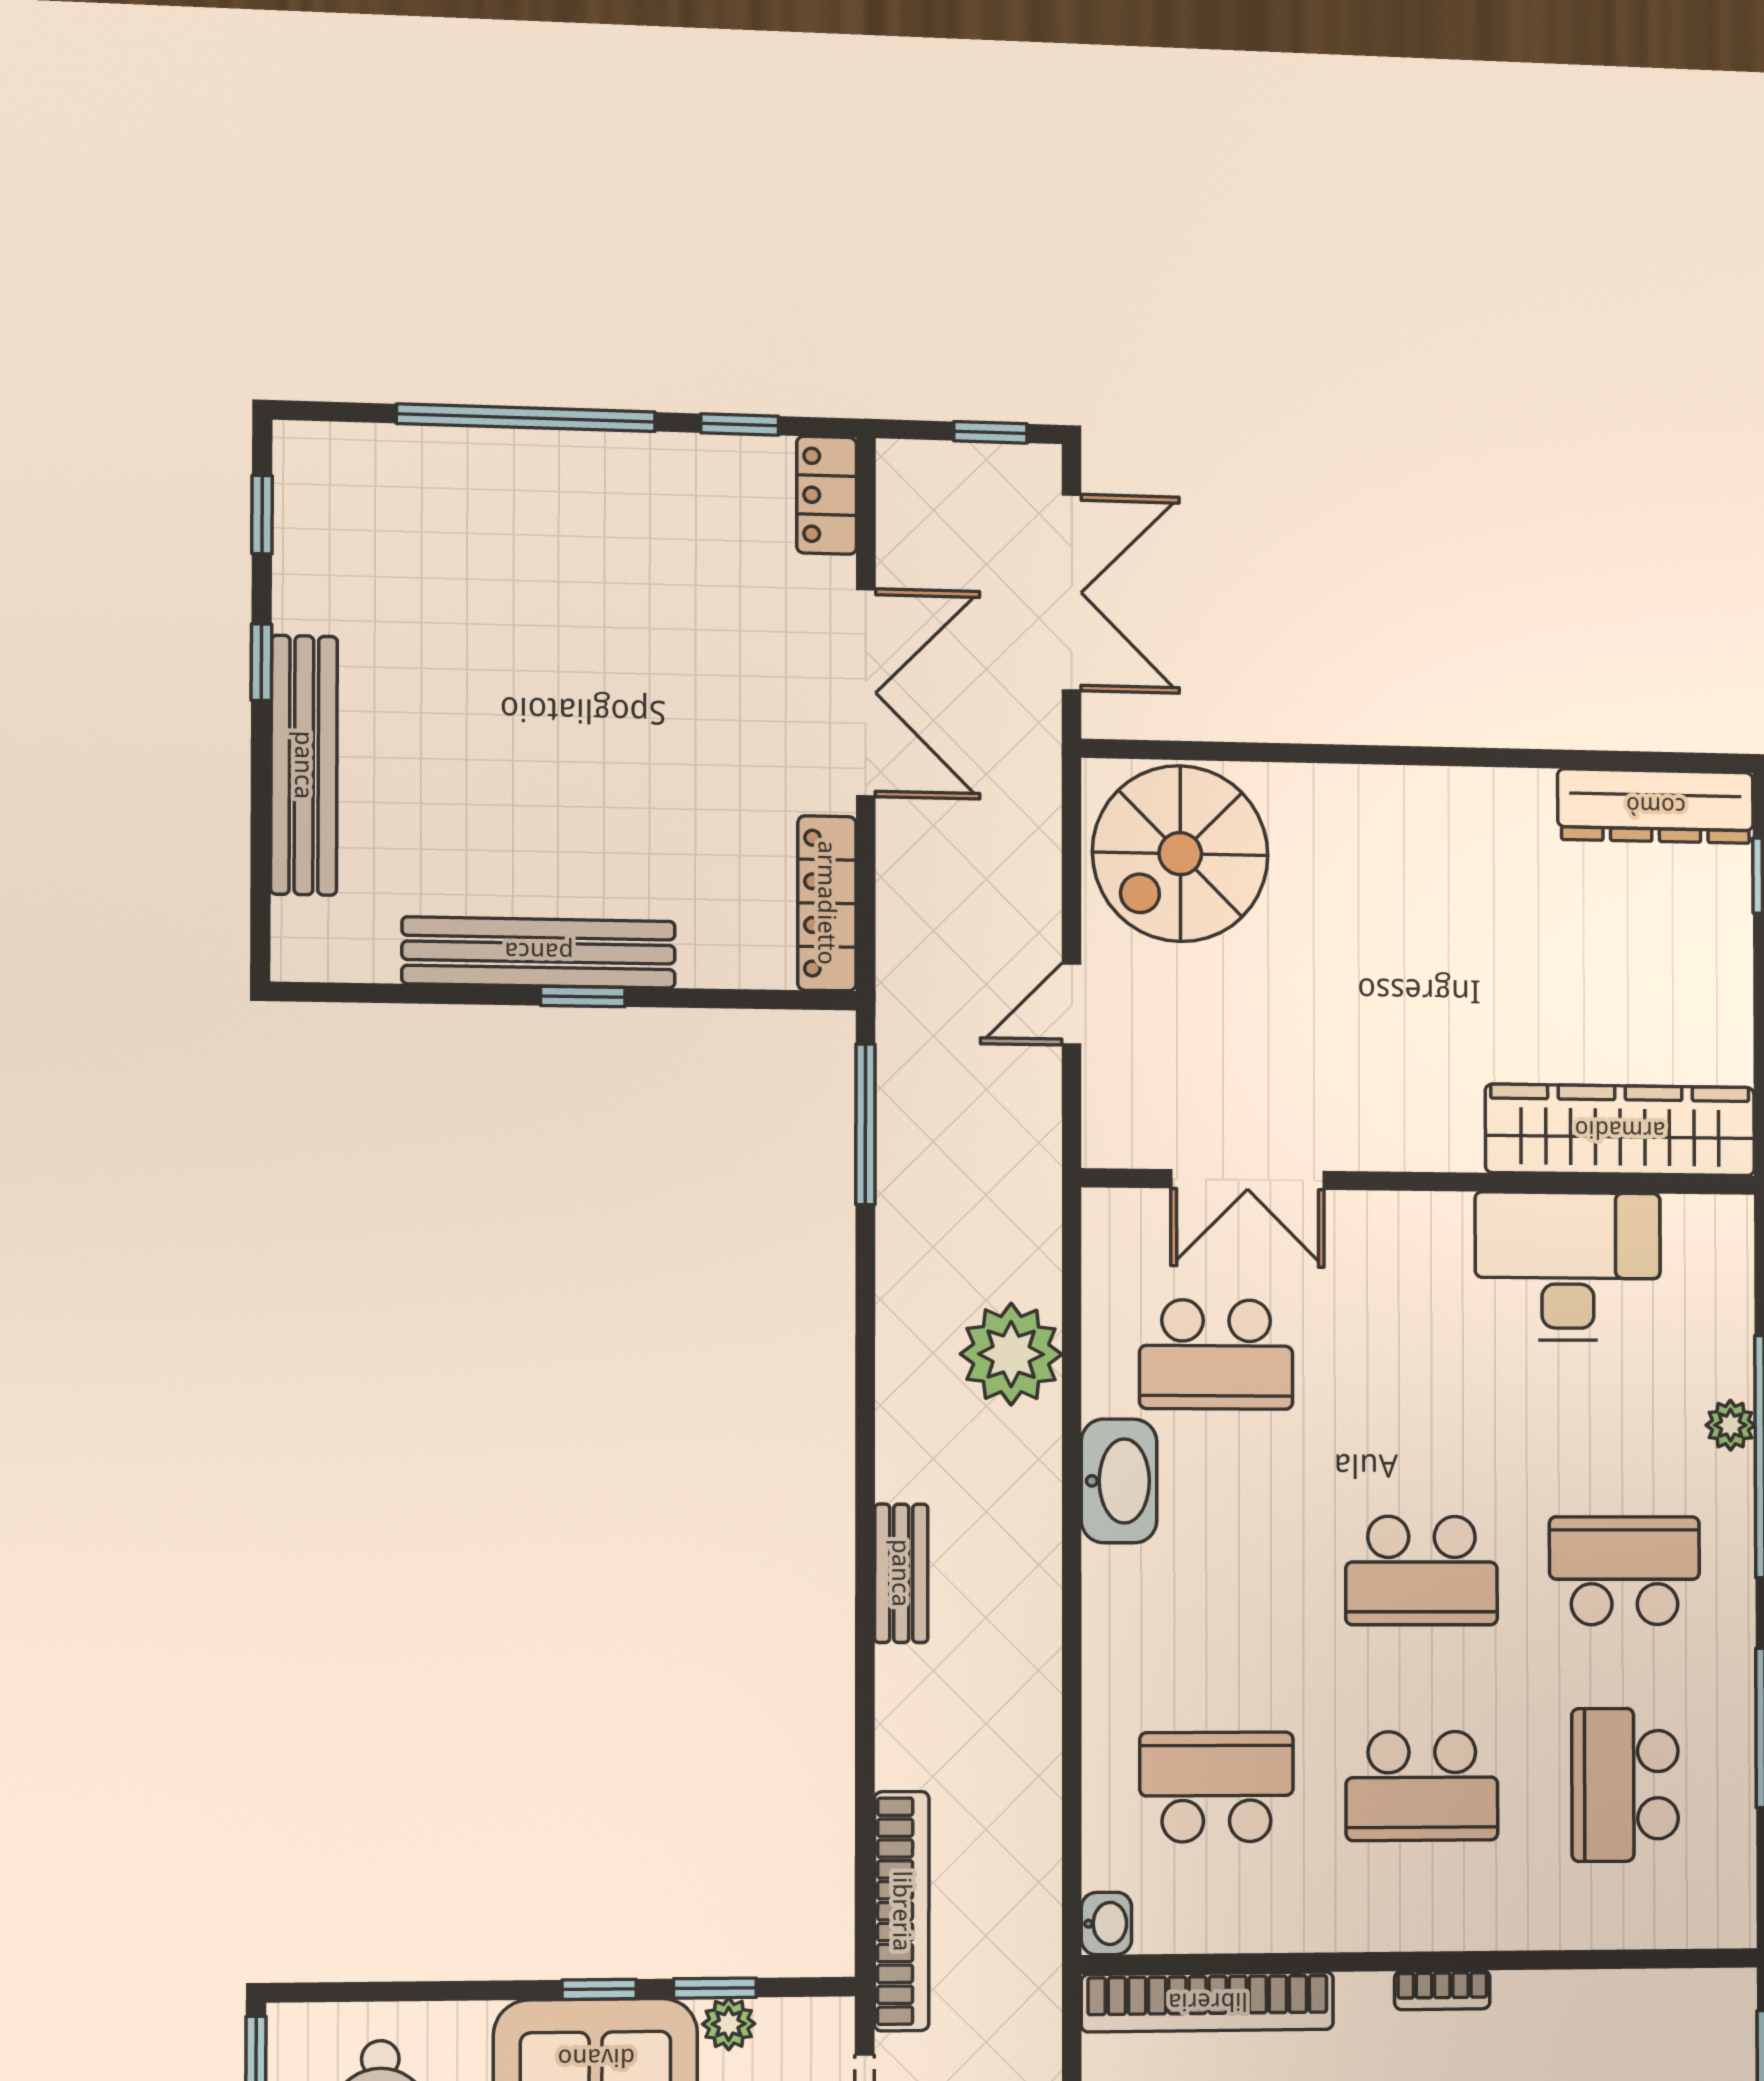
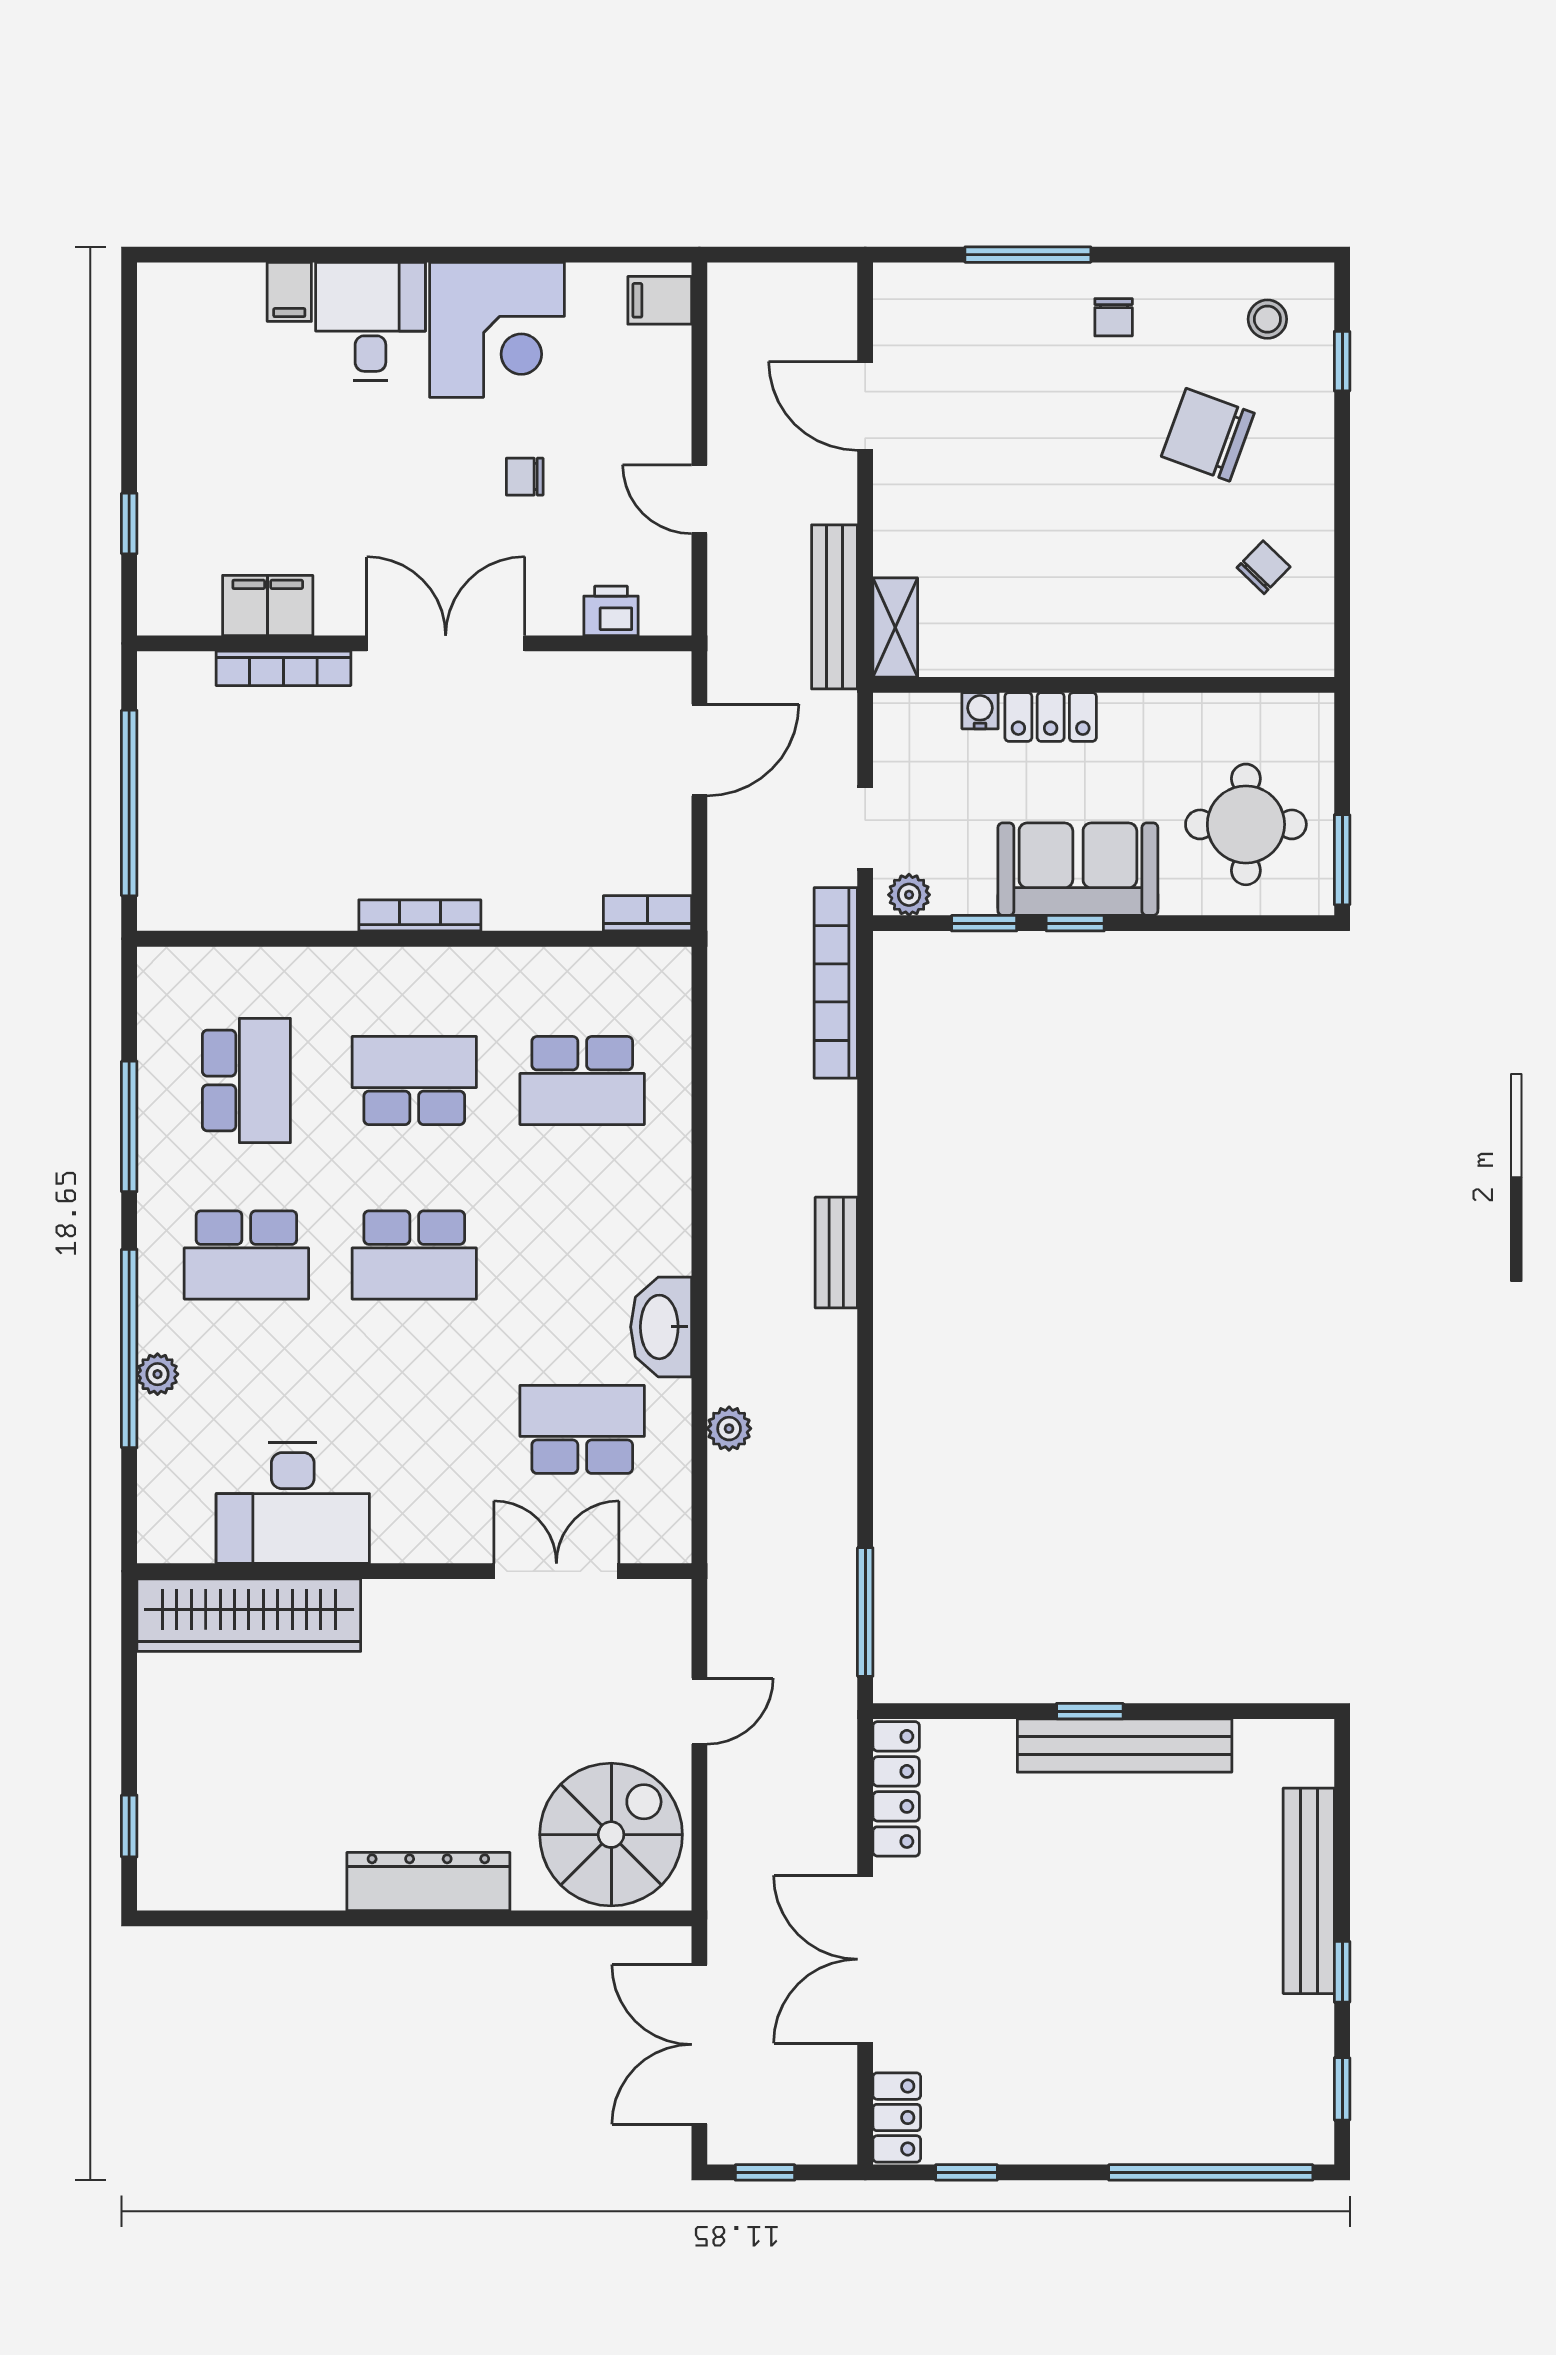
window: (526, 418) -> (1211, 2172), moved
dresser: (1656, 806) -> (428, 1882), moved
plant: (1011, 1354) -> (729, 1429), width x0.53, depth x0.53
school desk: (1422, 1571) -> (414, 1255), turned 180
washbasin: (1106, 1924) -> (671, 972), removed
bookcase: (1442, 1990) -> (420, 915), width x1.56
bookcase: (1208, 2002) -> (647, 913), width x0.43, depth x0.76
plant: (729, 2024) -> (909, 895), moved

